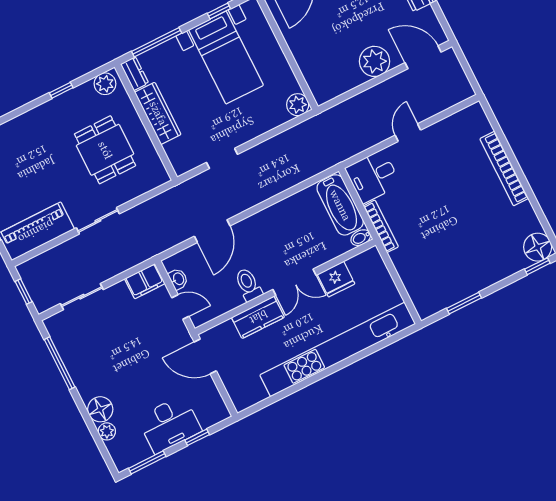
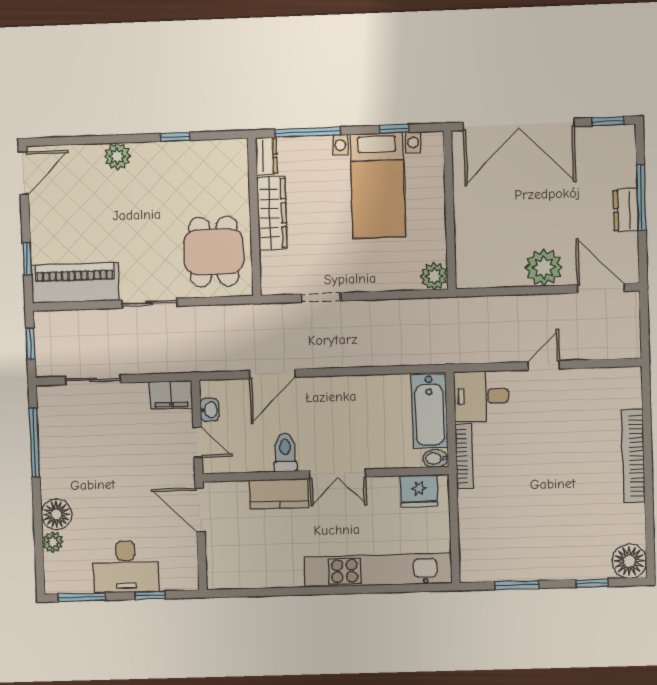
plant: (105, 84) -> (117, 156), moved
dining table: (105, 150) -> (214, 252), moved
window: (537, 266) -> (592, 583), moved
fridge: (336, 279) -> (419, 491), moved
kitchen unit: (338, 349) -> (378, 570), width x0.73

